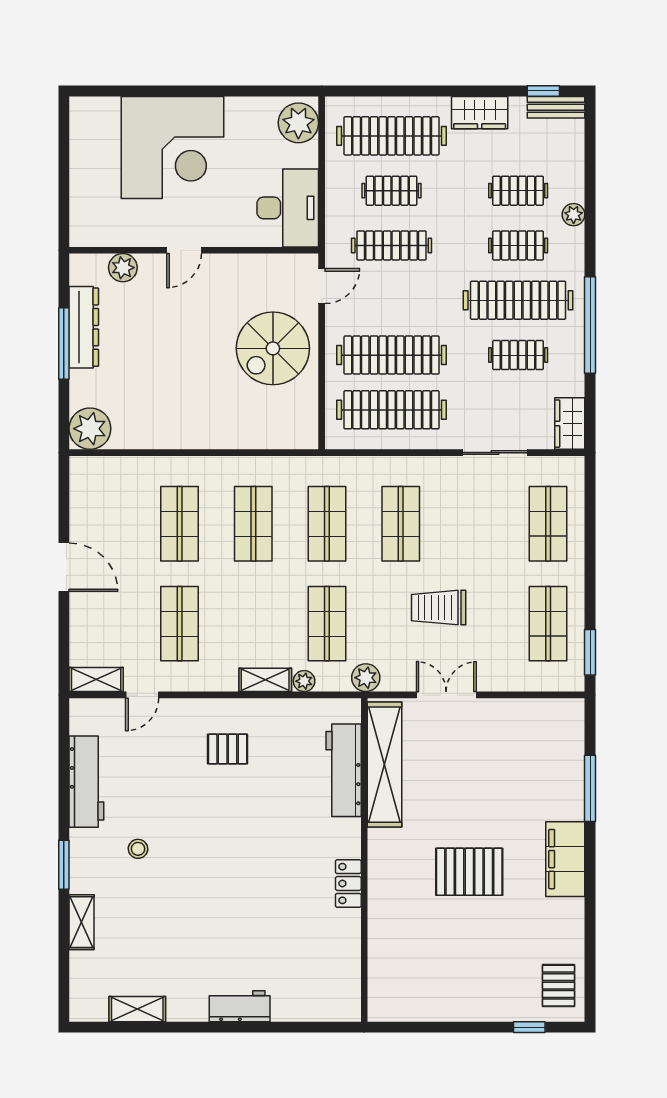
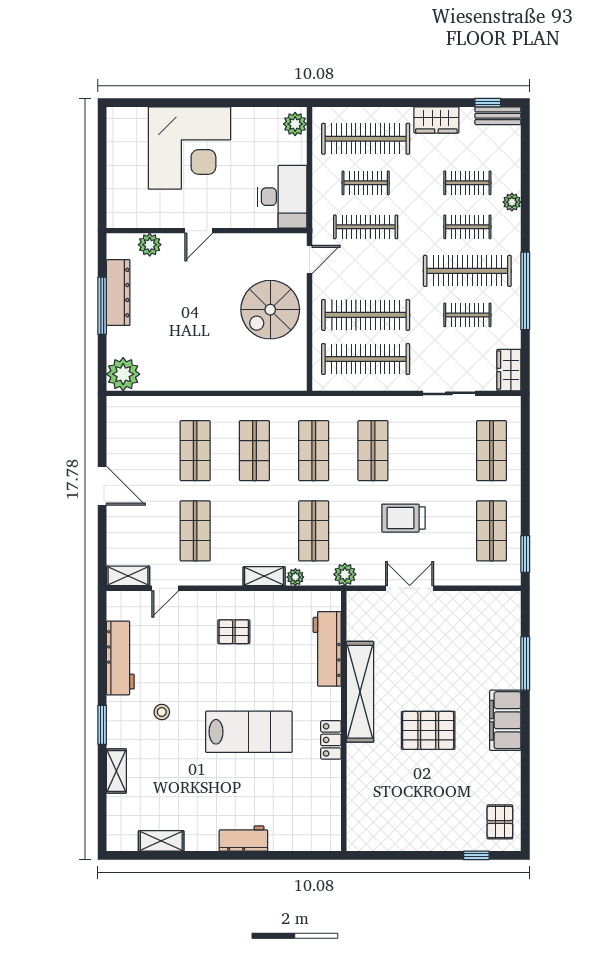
plant: (298, 123) -> (295, 124), width x0.73, depth x0.73
shelving: (385, 765) -> (360, 692), moved
lab bench: (246, 873) -> (249, 732), added

